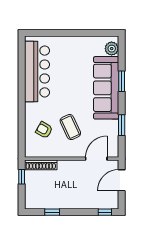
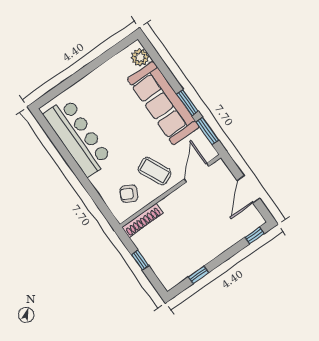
window: (122, 81) -> (187, 103), moved
wall: (72, 159) -> (170, 191), moved
door: (96, 159) -> (197, 173), moved
shoe rack: (41, 165) -> (142, 220), moved

